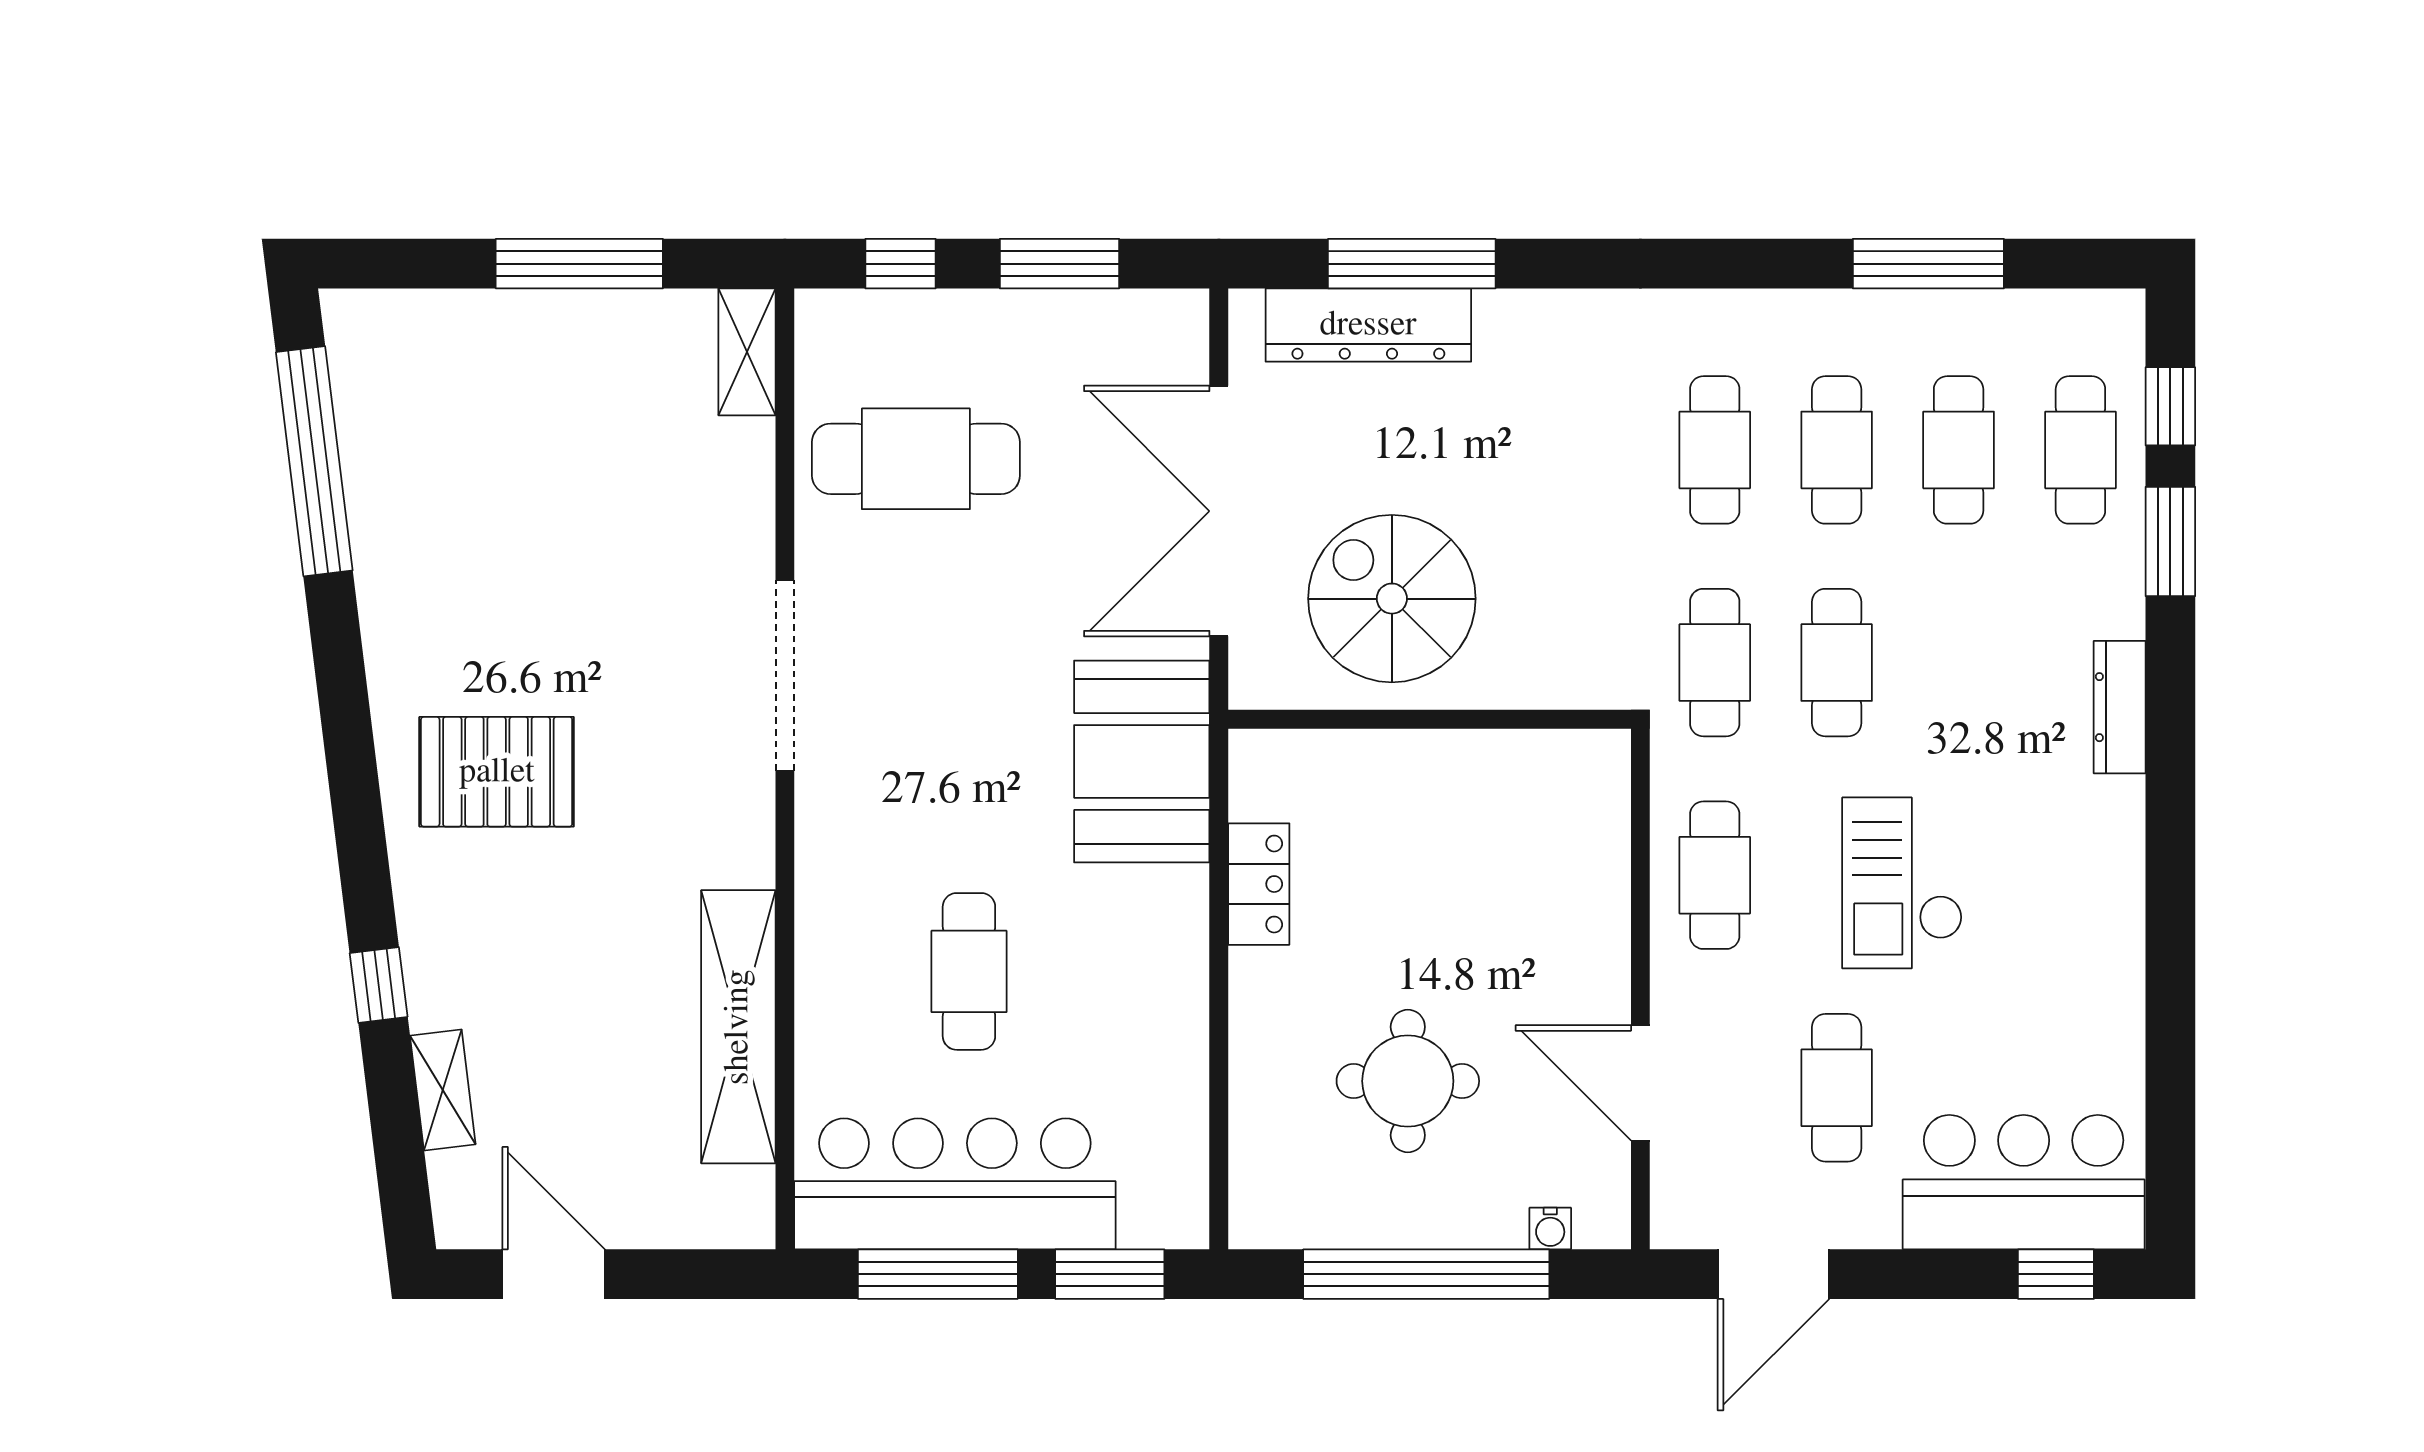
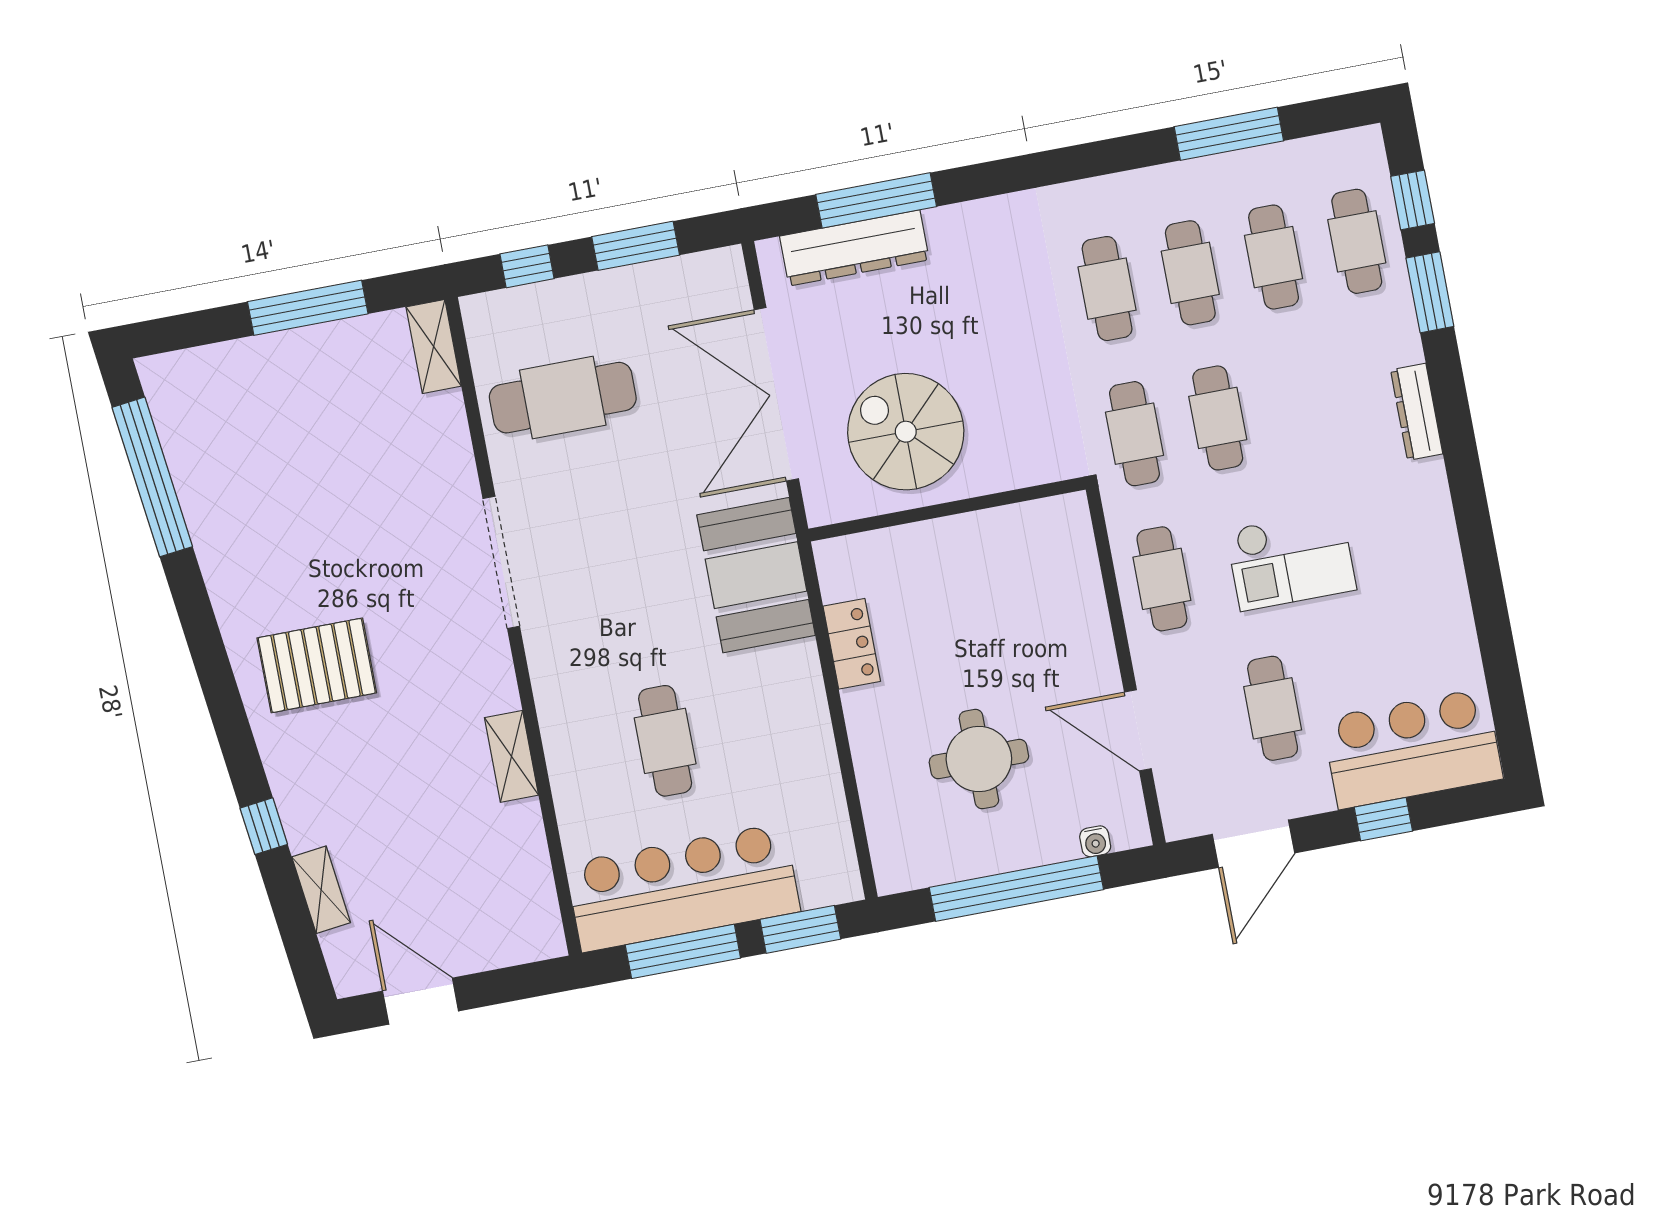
checkout: (1902, 883) -> (1291, 560), turned -90
shelving: (738, 1027) -> (512, 756), width x0.45, depth x0.75
window: (2056, 1274) -> (1383, 819), moved

